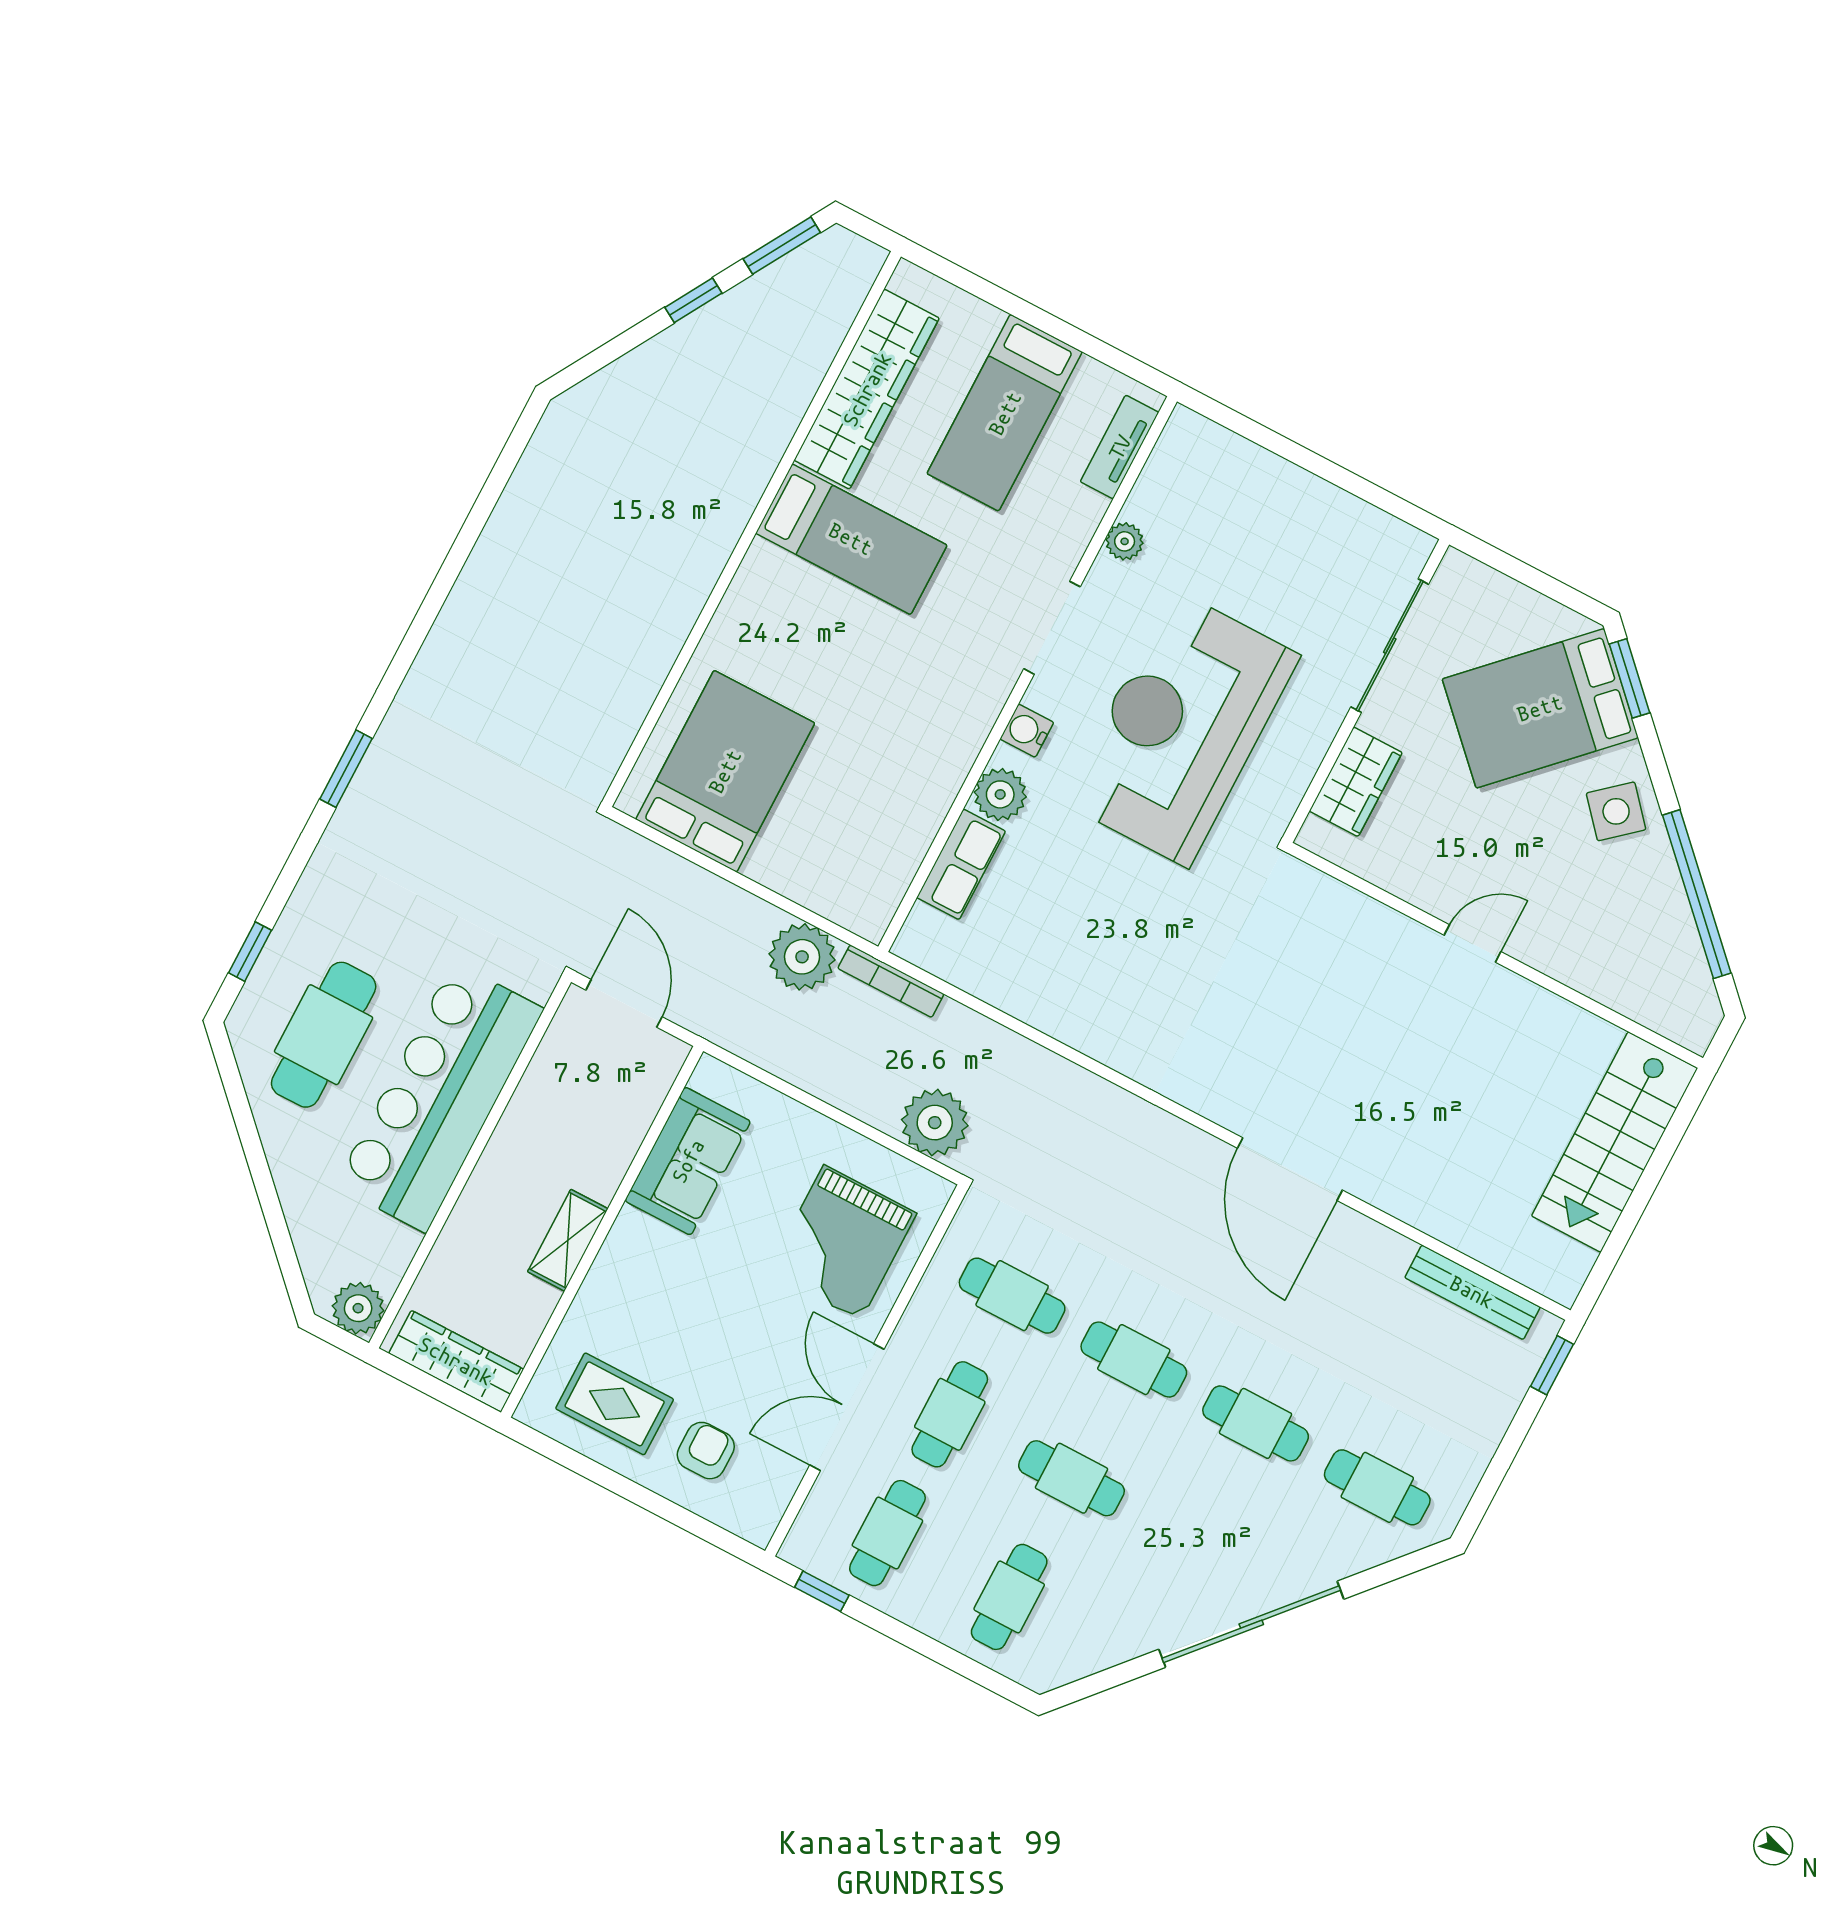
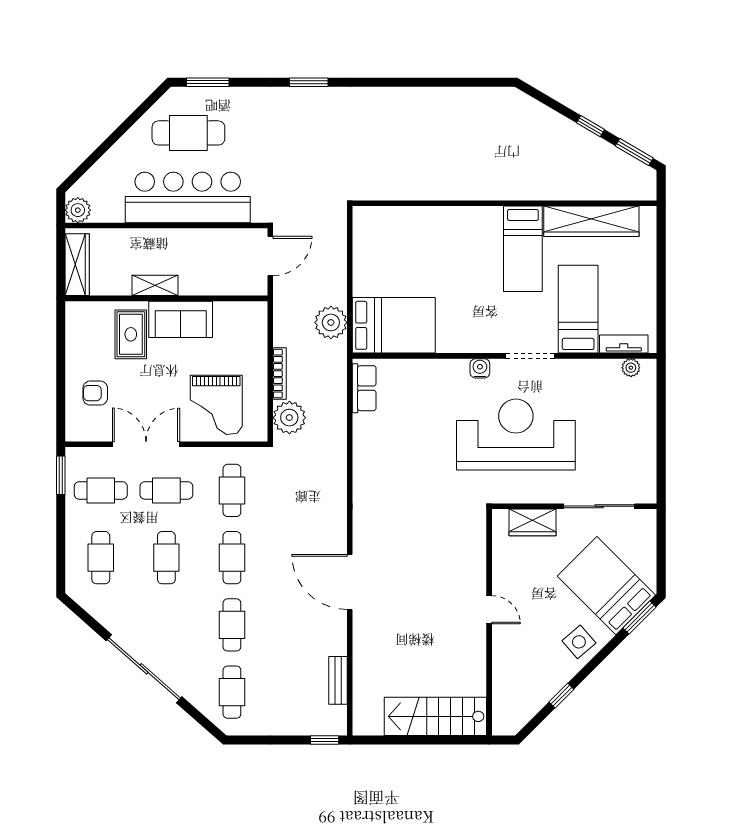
bed: (1005, 413) -> (578, 309), moved, turned 90
plant: (1125, 541) -> (631, 368), moved
bed: (725, 771) -> (394, 325), moved
plant: (1000, 794) -> (446, 371), removed
row of seats: (961, 864) -> (364, 388), moved, turned -90
window: (1697, 894) -> (561, 696), width x0.32
window: (250, 952) -> (208, 82), width x1.50
bookcase: (891, 981) -> (280, 374), moved, turned 180
sofa: (688, 1161) -> (181, 319), moved
door: (1290, 1169) -> (350, 582), hinge flipped
grand piano: (842, 1243) -> (216, 405), turned -90
bench: (1472, 1292) -> (338, 680), width x0.73
rug: (615, 1404) -> (131, 334), moved
armchair: (706, 1451) -> (95, 393), turned 180
window: (822, 1591) -> (61, 475), width x1.50
cafe table: (1009, 1597) -> (101, 558), turned 90

